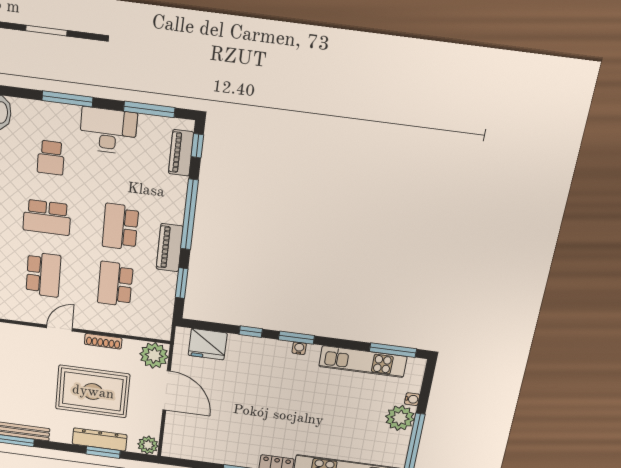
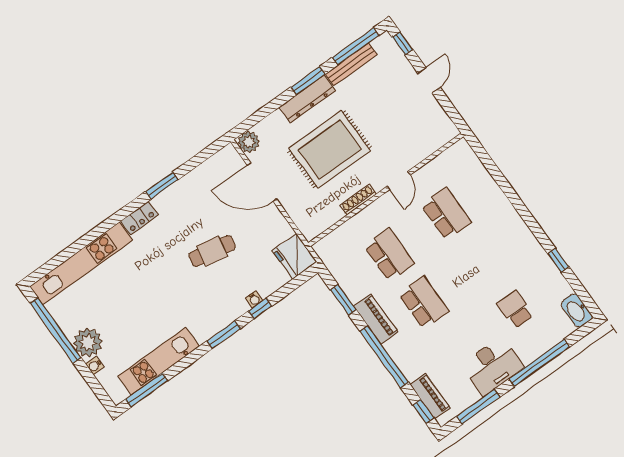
window: (67, 99) -> (539, 363), width x1.46
school desk: (47, 217) -> (481, 262), removed
school desk: (43, 275) -> (446, 214), turned 180
fridge: (208, 344) -> (295, 256), moved, turned -90
water cooler: (299, 348) -> (254, 299), moved
plant: (154, 355) -> (311, 223), removed
door: (167, 391) -> (262, 182), moved
cafe table: (247, 399) -> (212, 251), added
dresser: (100, 439) -> (307, 99), moved
window: (103, 452) -> (308, 81), moved

